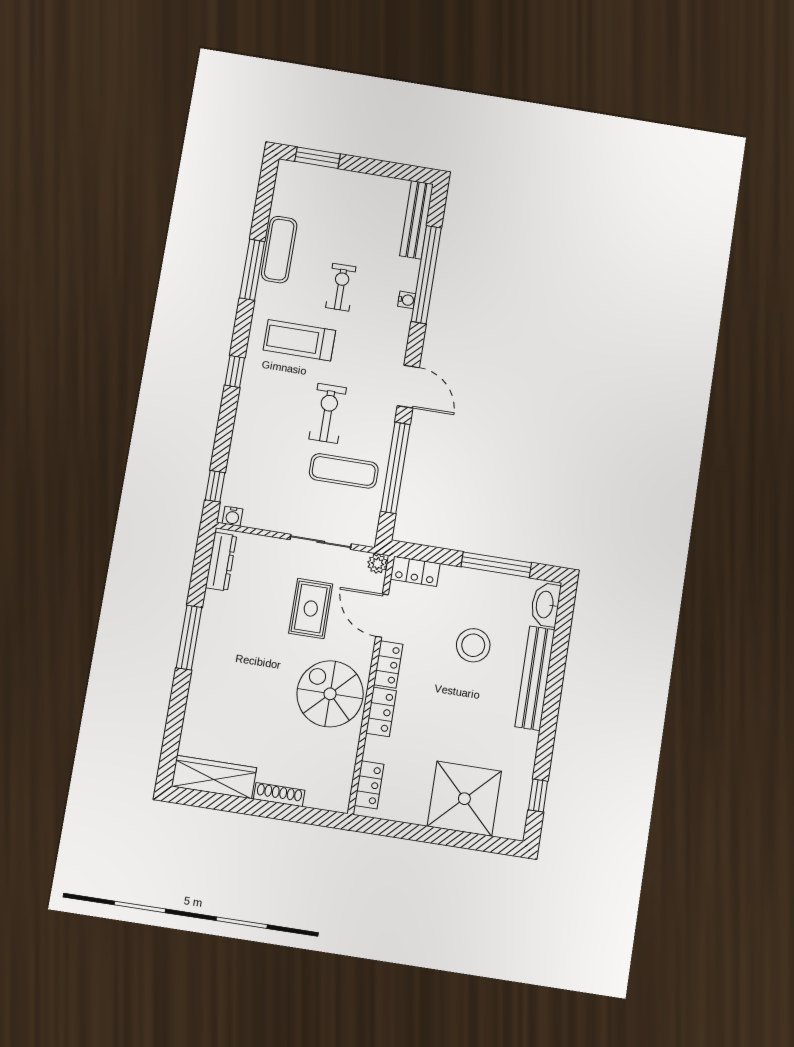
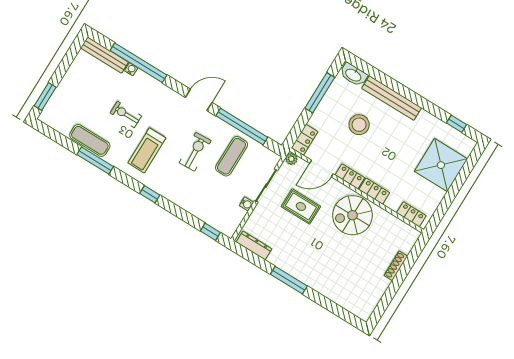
water cooler: (407, 300) -> (131, 69), moved
exercise bike: (328, 413) -> (195, 152), turned 87
water cooler: (233, 516) -> (247, 204), moved
wardrobe: (214, 777) -> (371, 297), removed

